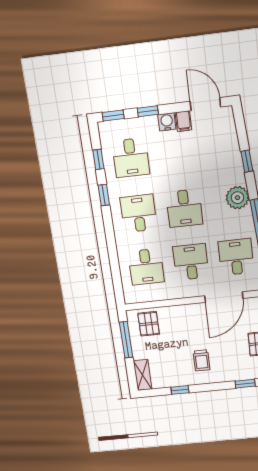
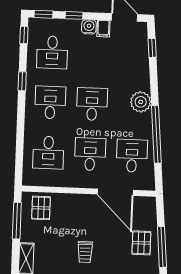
window: (98, 159) -> (24, 35), moved
window: (247, 161) -> (152, 48), moved
desk: (184, 208) -> (92, 104), turned 180
door: (224, 297) -> (115, 192), hinge flipped

